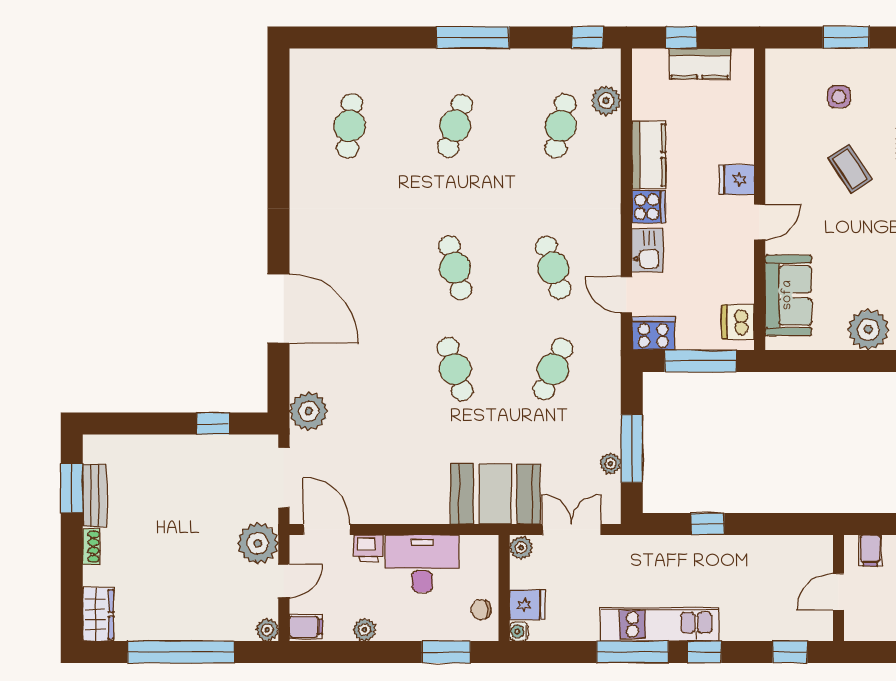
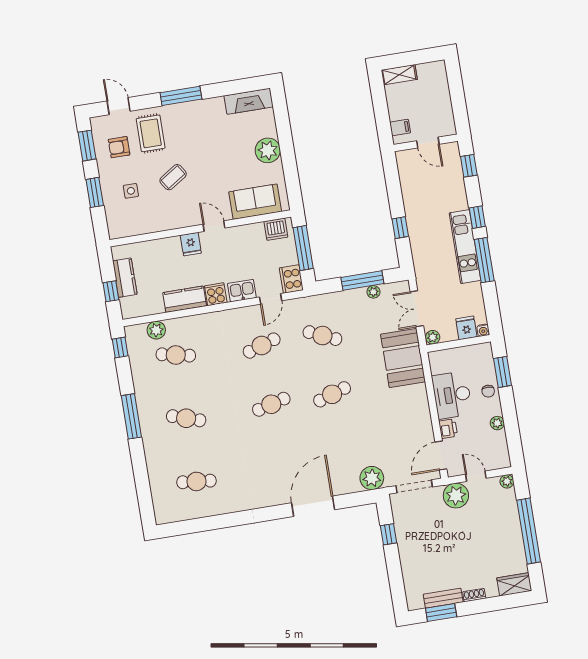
chair: (481, 609) -> (488, 391), moved
filing cabinet: (306, 627) -> (501, 459), removed

